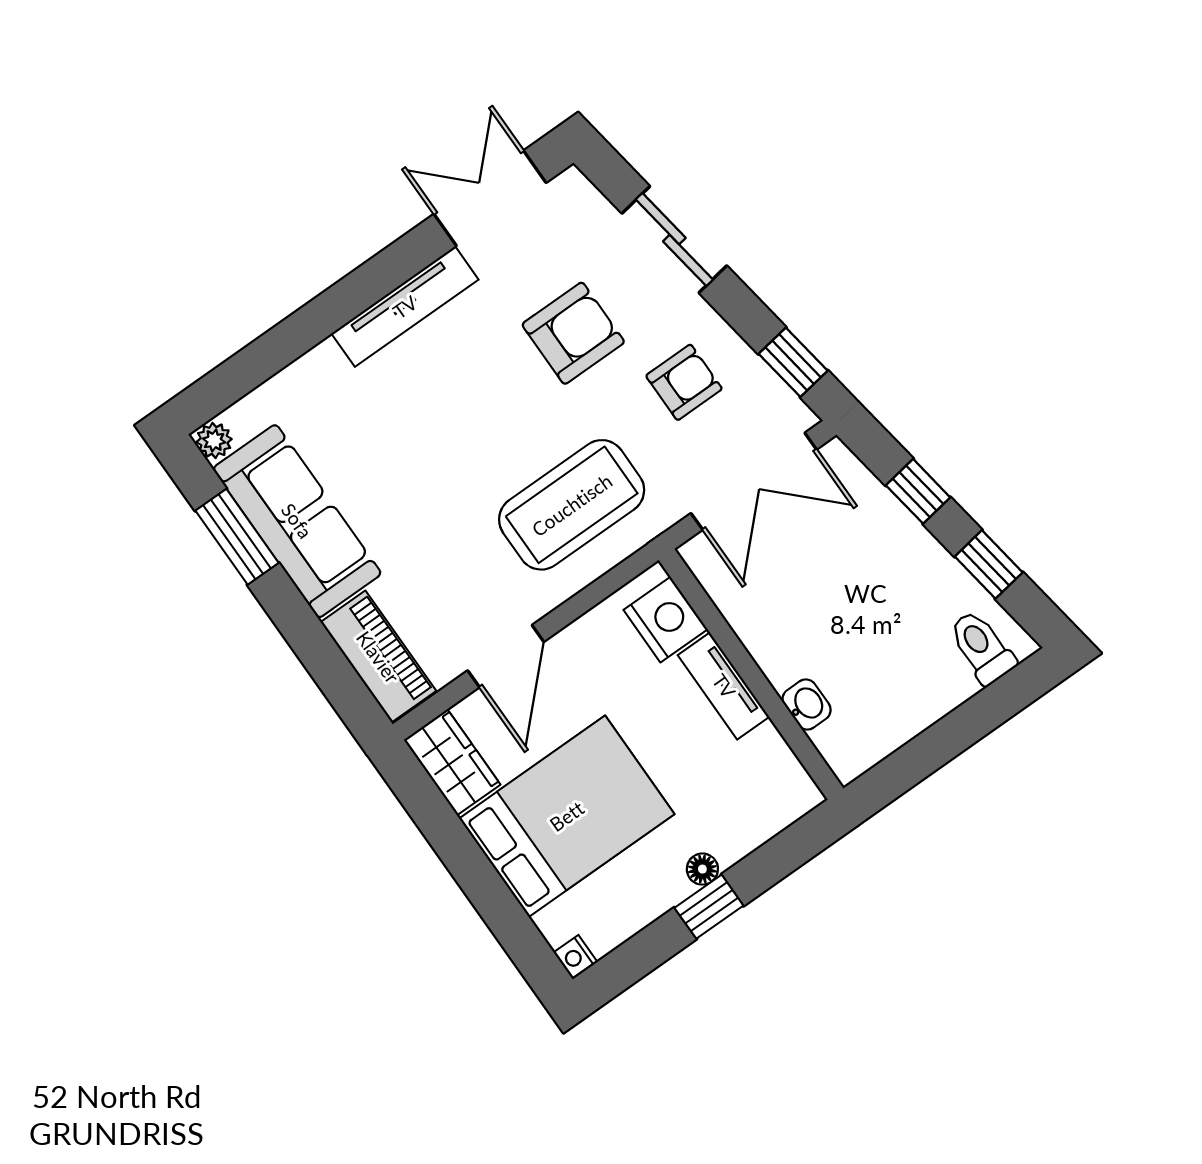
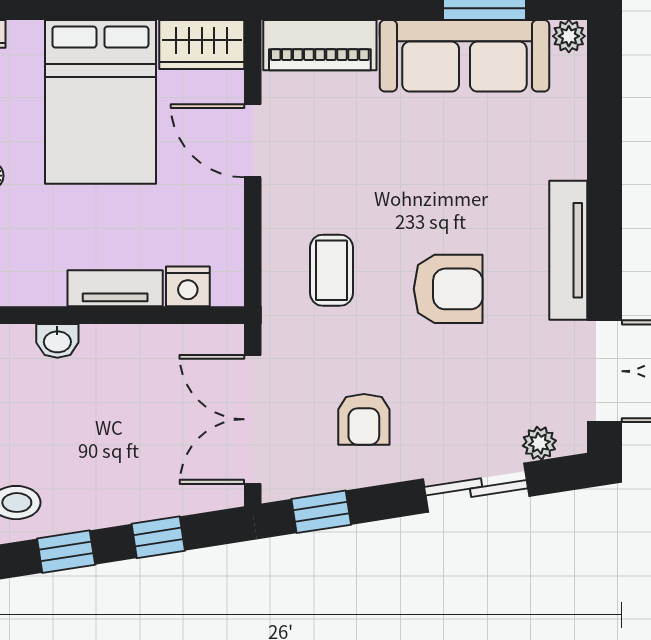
plant: (595, 211) -> (539, 443), added
armchair: (573, 333) -> (448, 289), moved, turned -90
coffee table: (572, 505) -> (331, 270), width x0.54, depth x0.58
nightstand: (666, 620) -> (188, 286), width x0.74, depth x0.75

